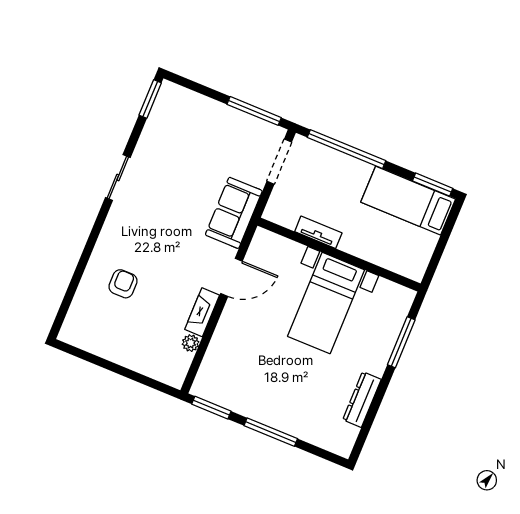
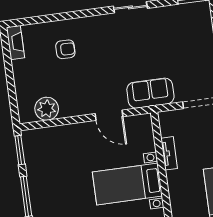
fireplace: (202, 312) -> (15, 43), moved, turned 90
plant: (191, 343) -> (47, 109), width x1.87, depth x1.87

